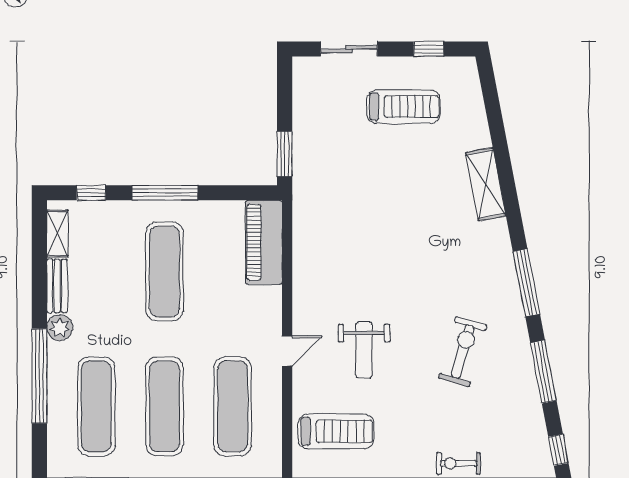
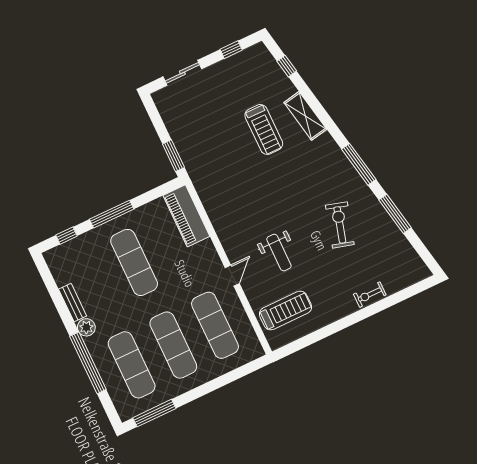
treadmill: (403, 107) -> (264, 129), moved, turned 90
shelving: (57, 234) -> (58, 270), removed
window: (558, 450) -> (287, 66), moved

